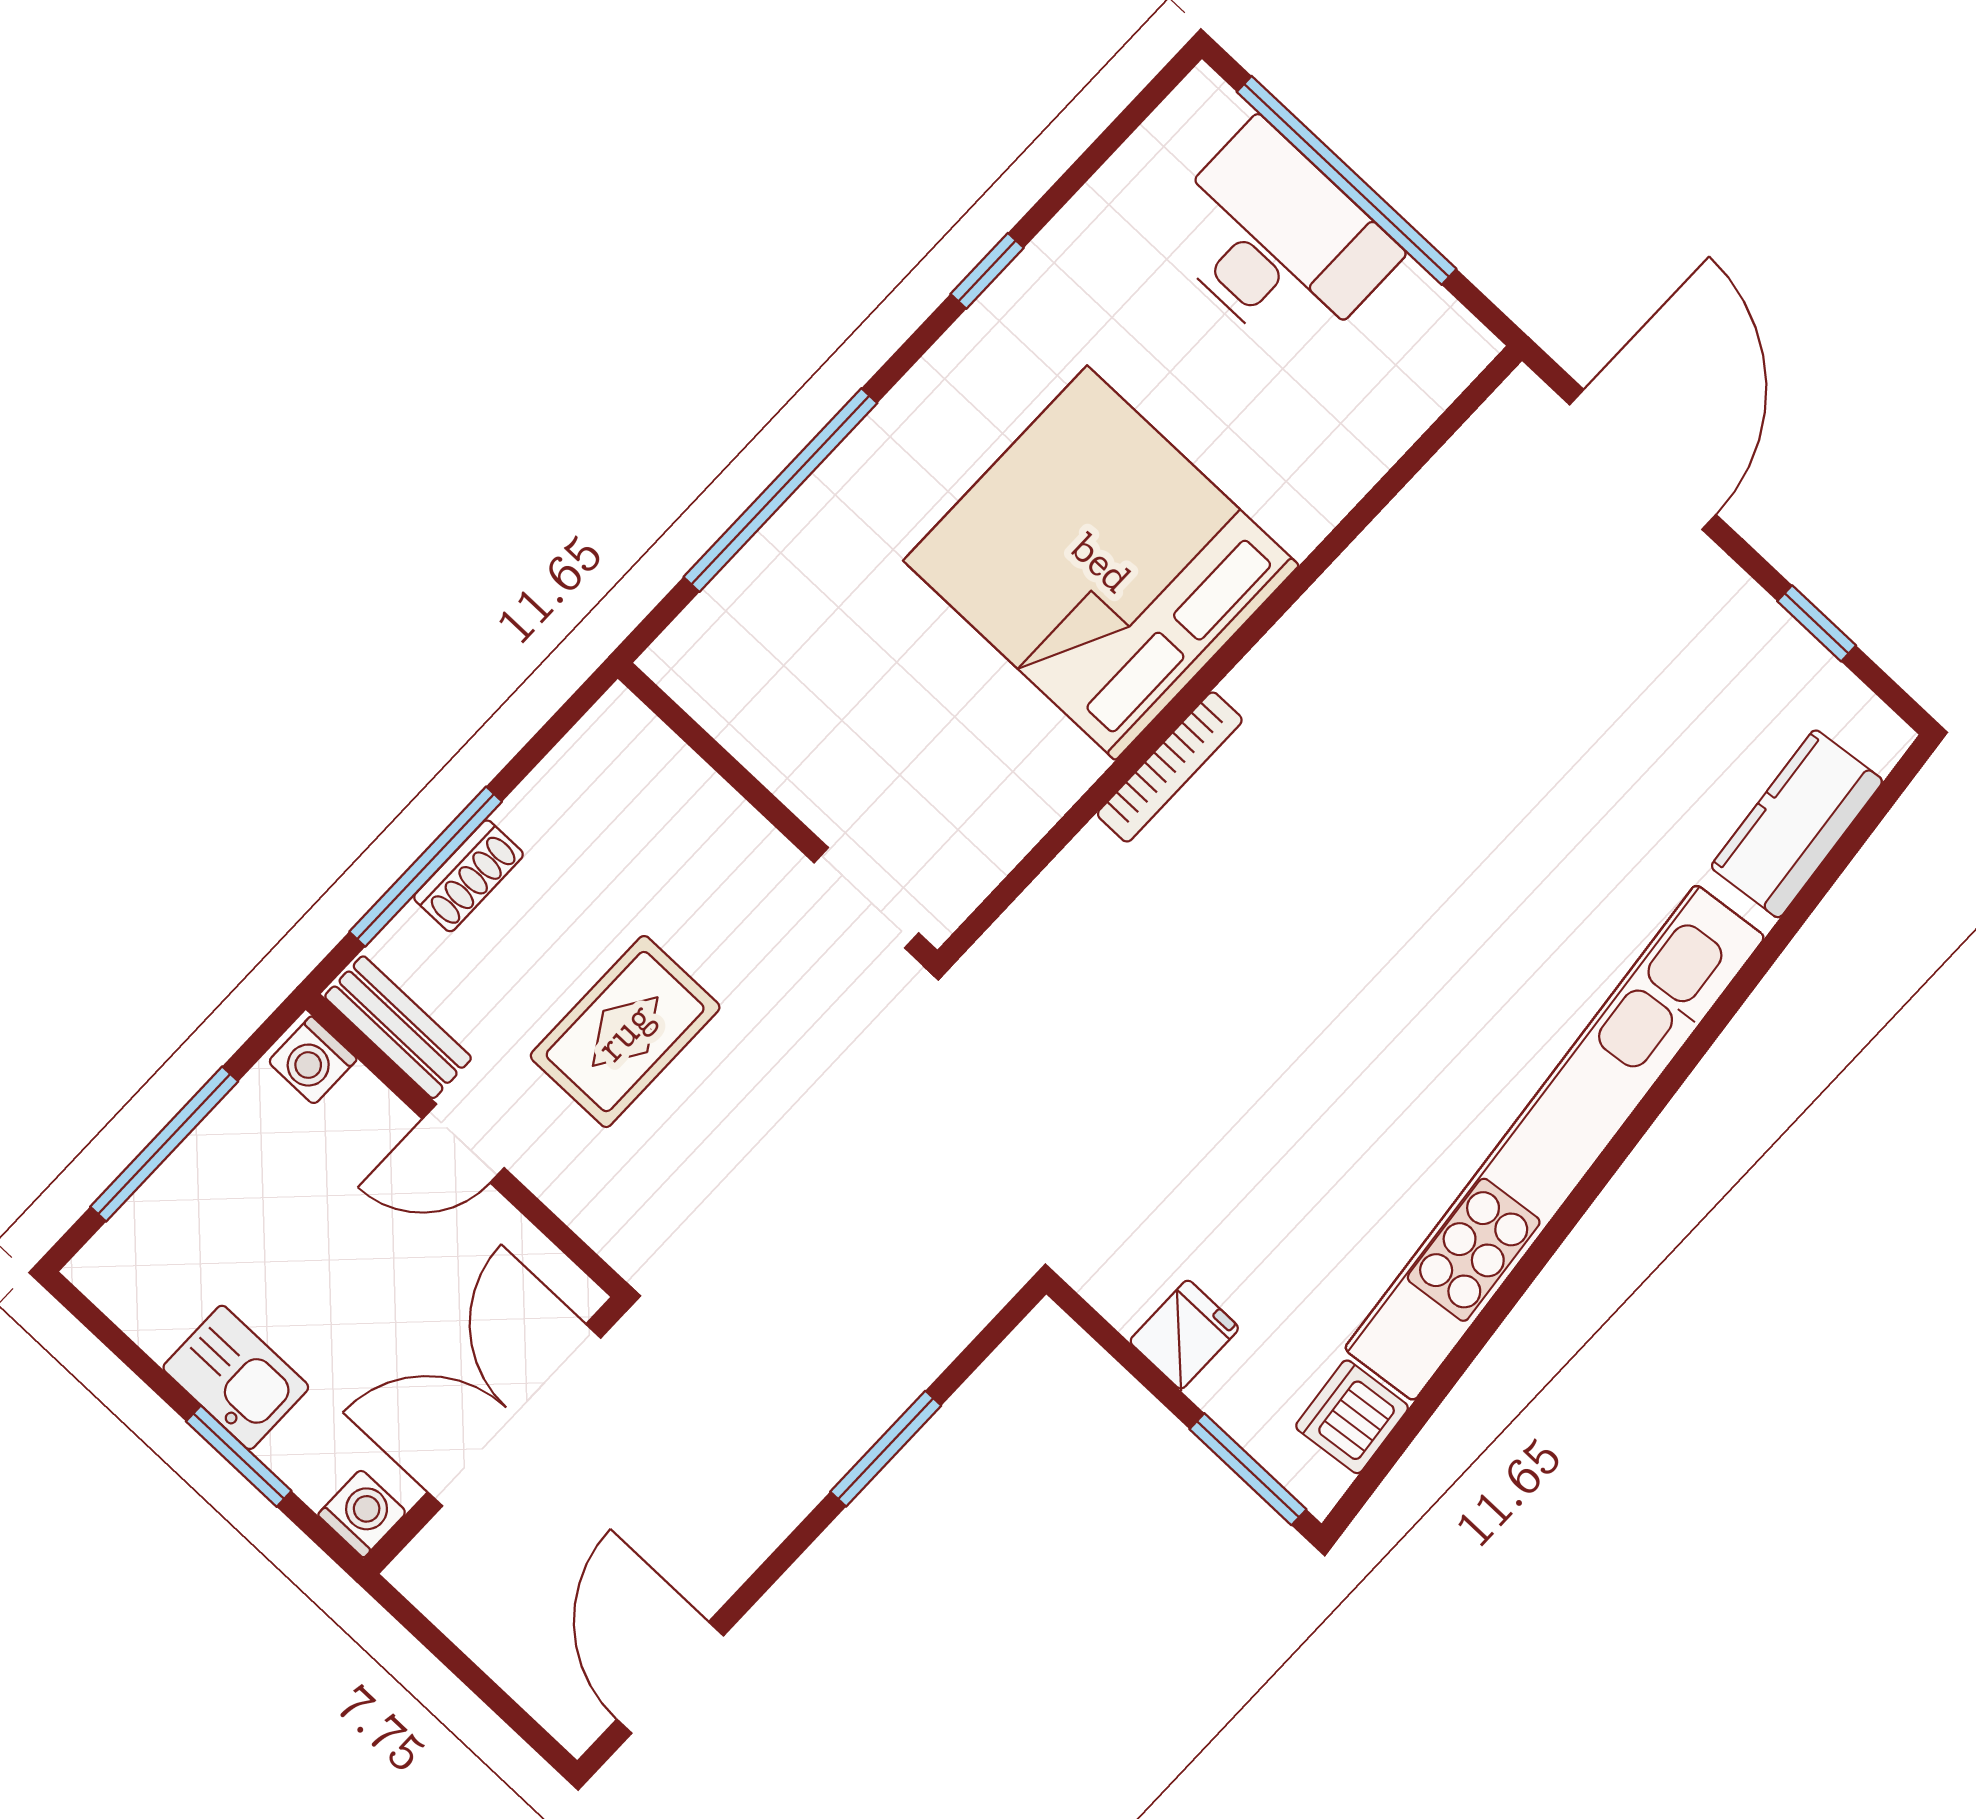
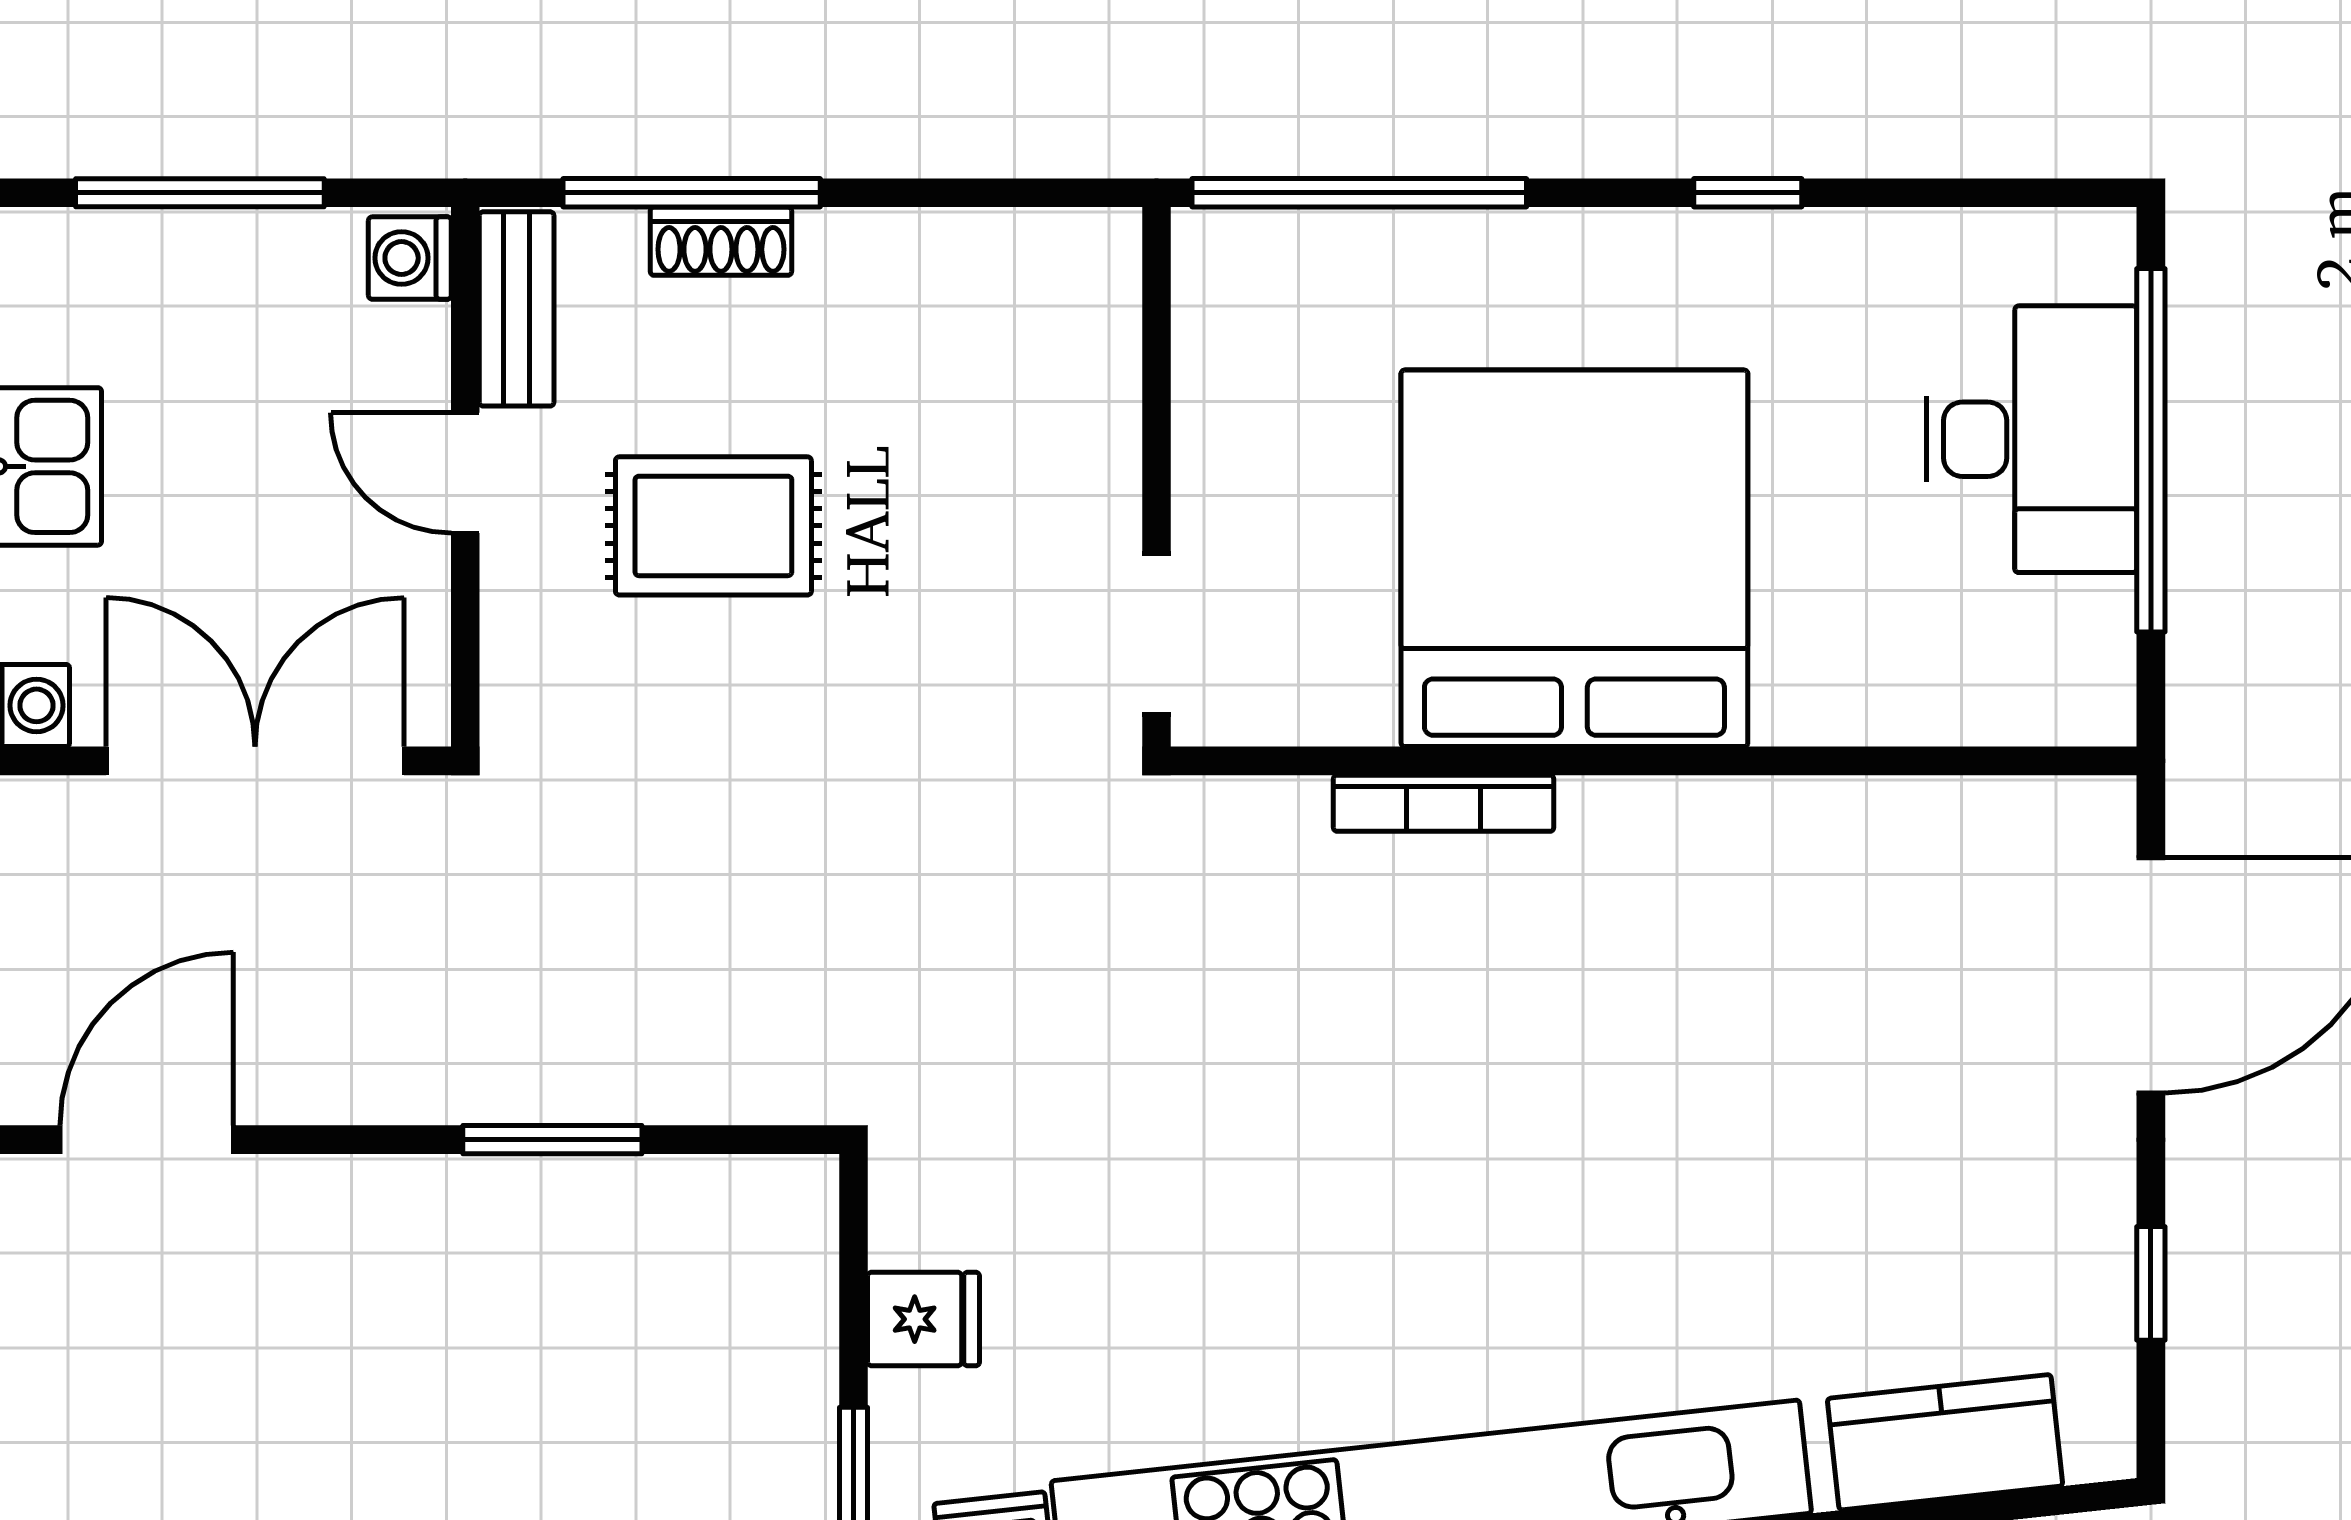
wall: (778, 814) -> (1157, 477), moved
doorway: (866, 898) -> (1157, 634), moved

